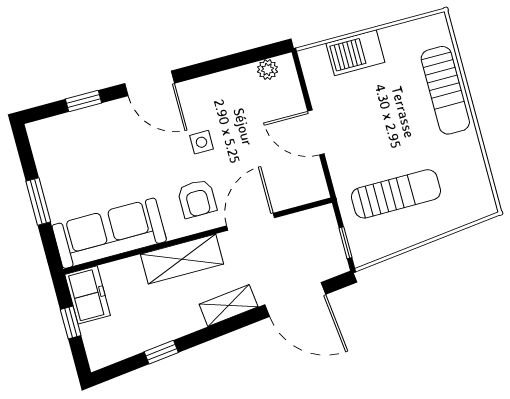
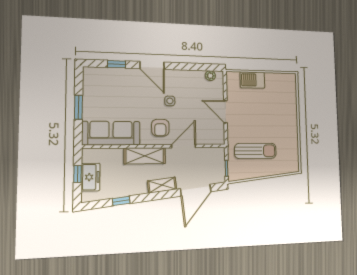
sun lounger: (445, 90) -> (288, 109), removed
freezer: (88, 295) -> (91, 177), moved
door: (295, 299) -> (196, 190), hinge flipped

